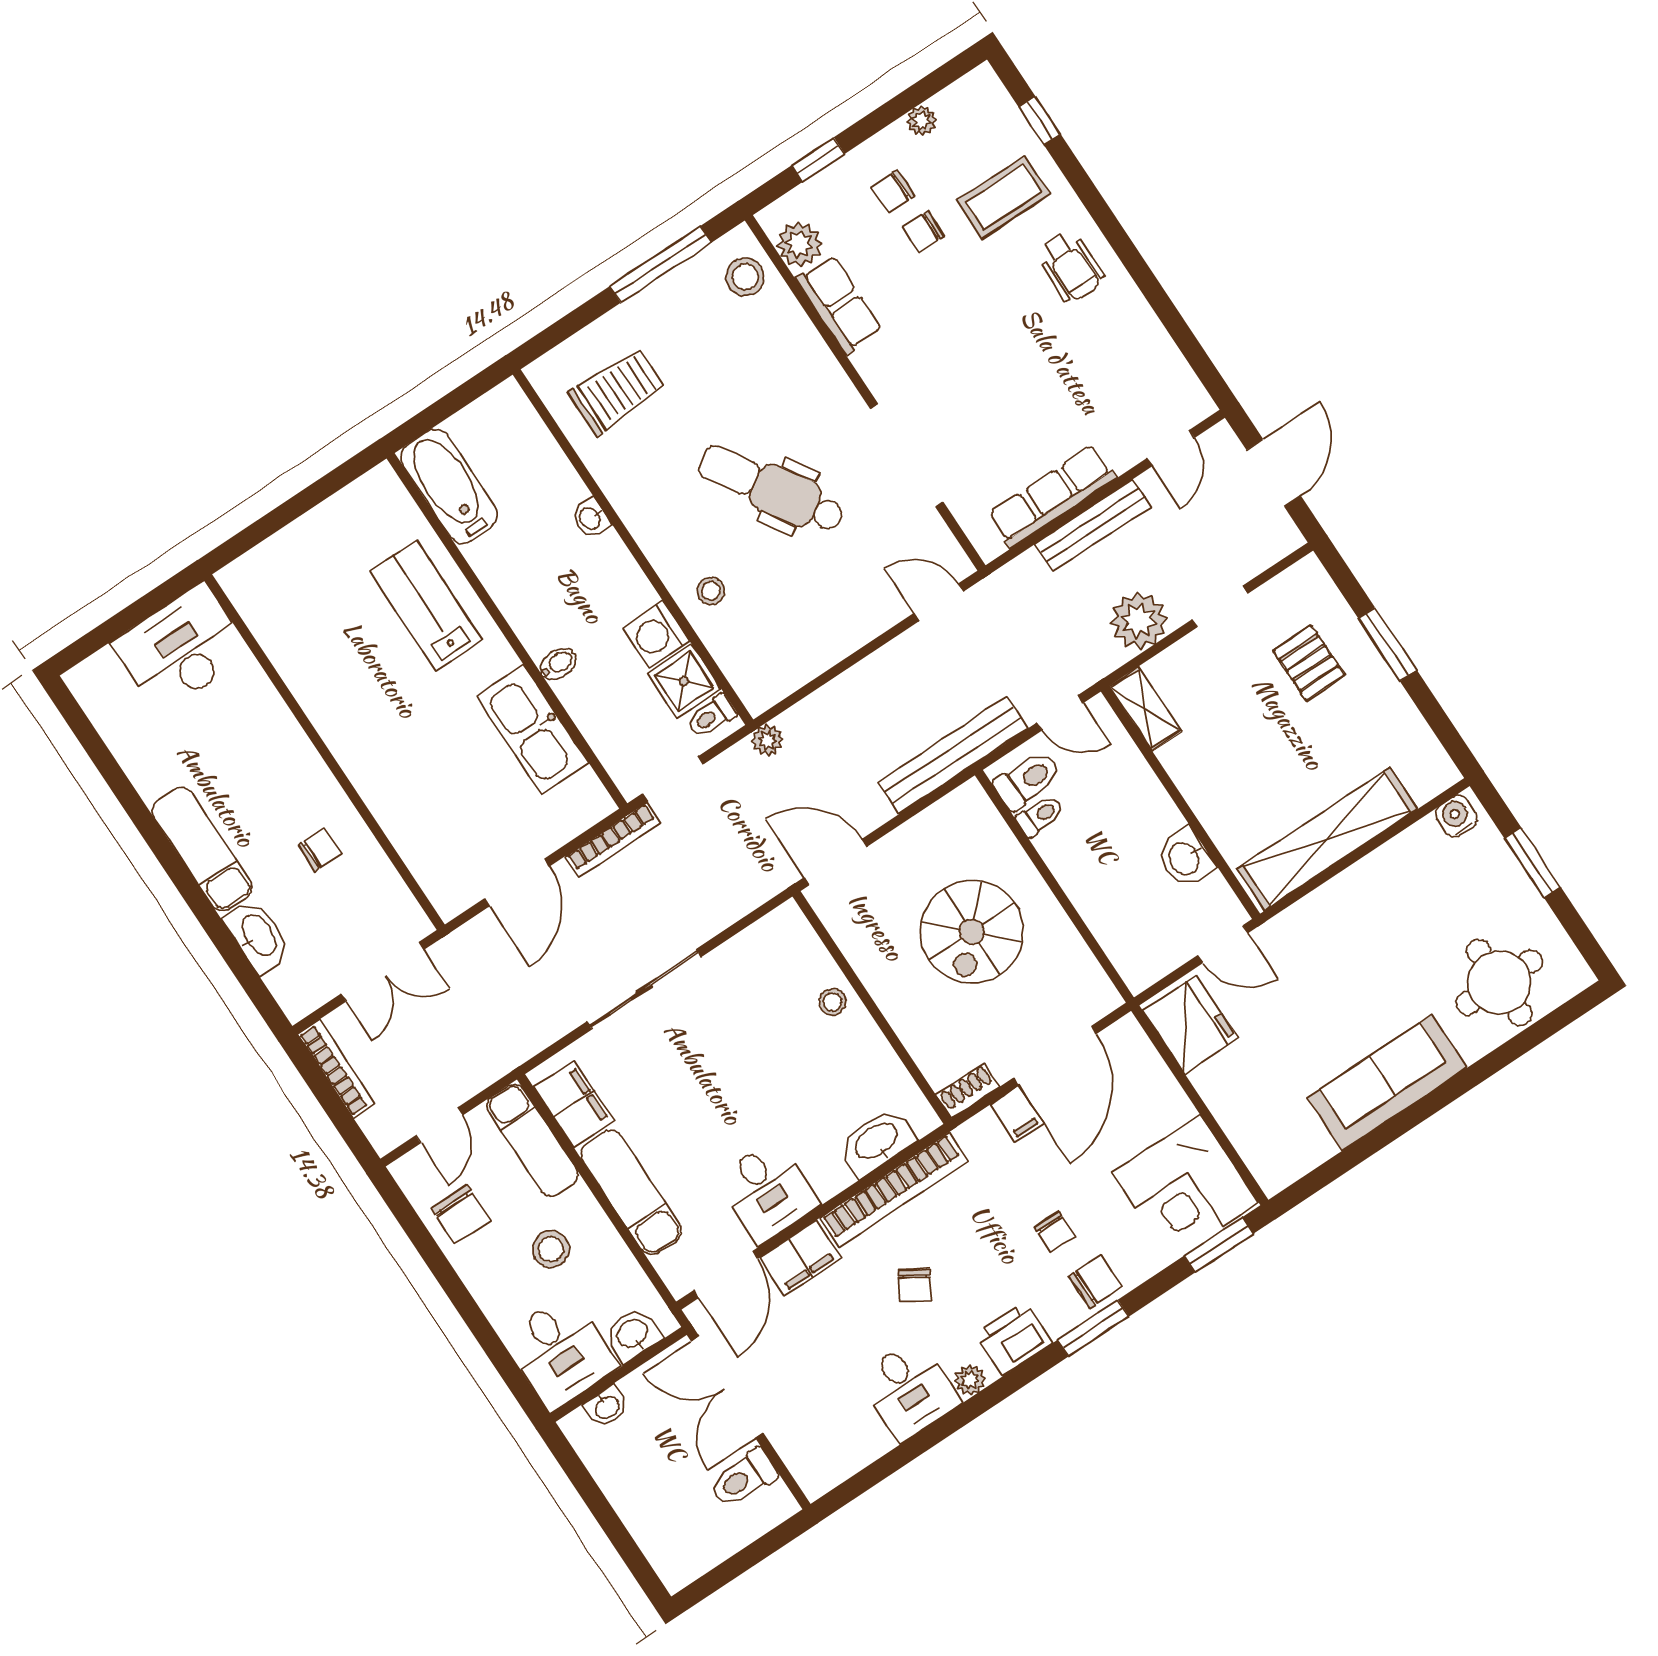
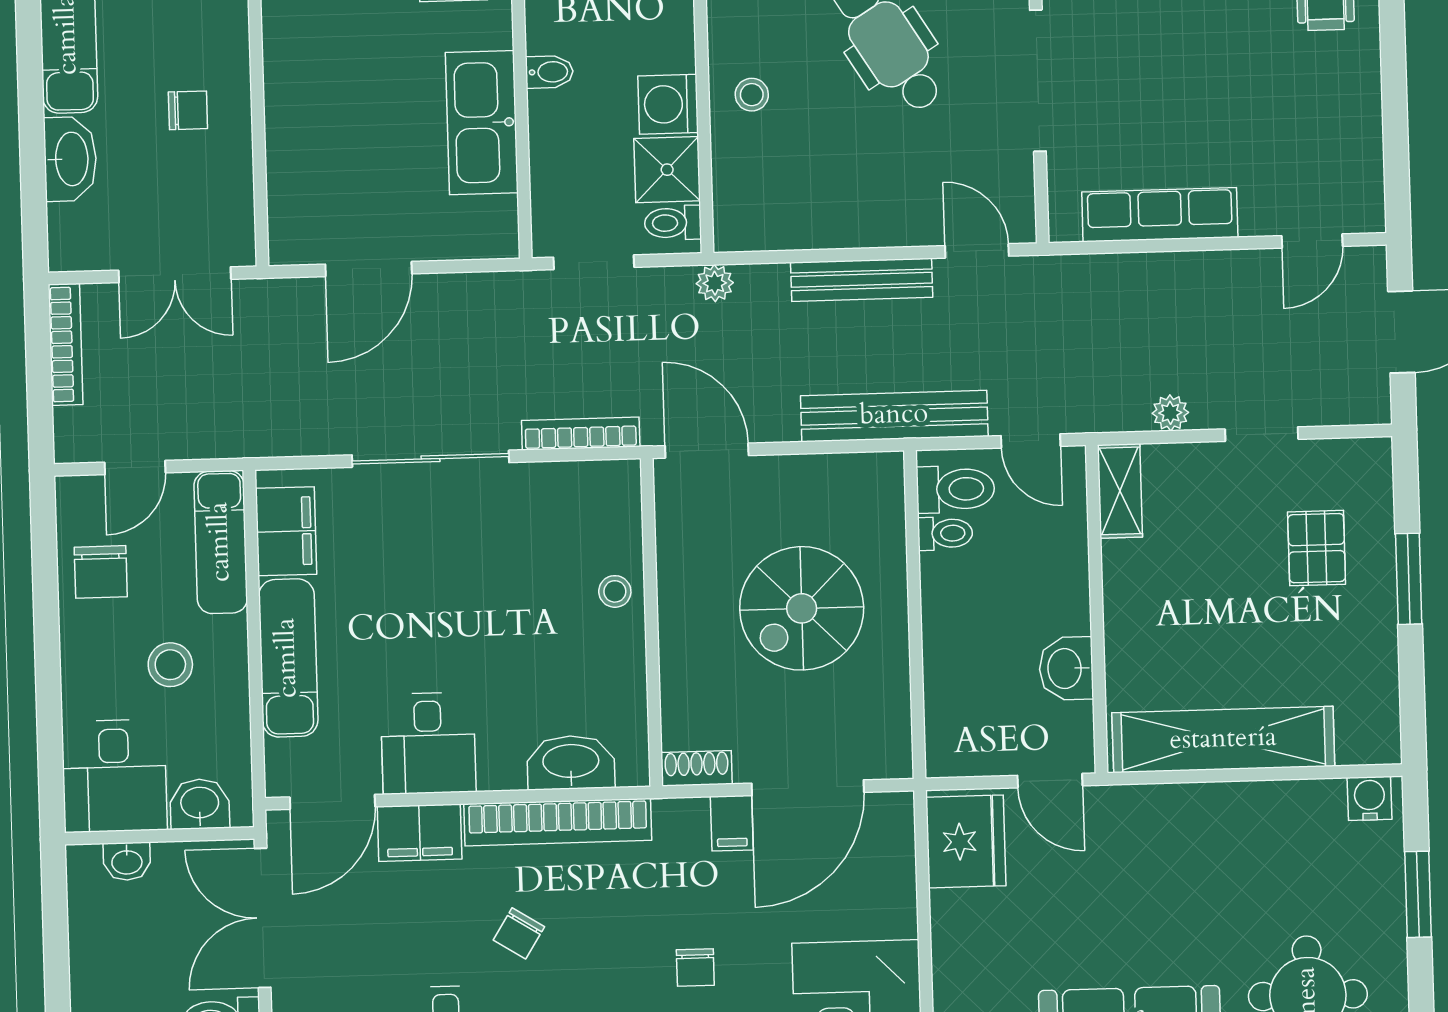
bench: (1093, 525) -> (862, 280), moved
plant: (1139, 621) -> (1170, 413), width x0.53, depth x0.53
bookcase: (612, 840) -> (581, 434), moved, turned 180

